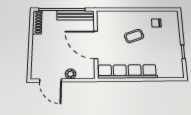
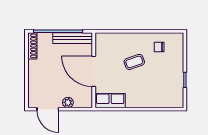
row of seats: (127, 72) -> (110, 101), width x0.50

